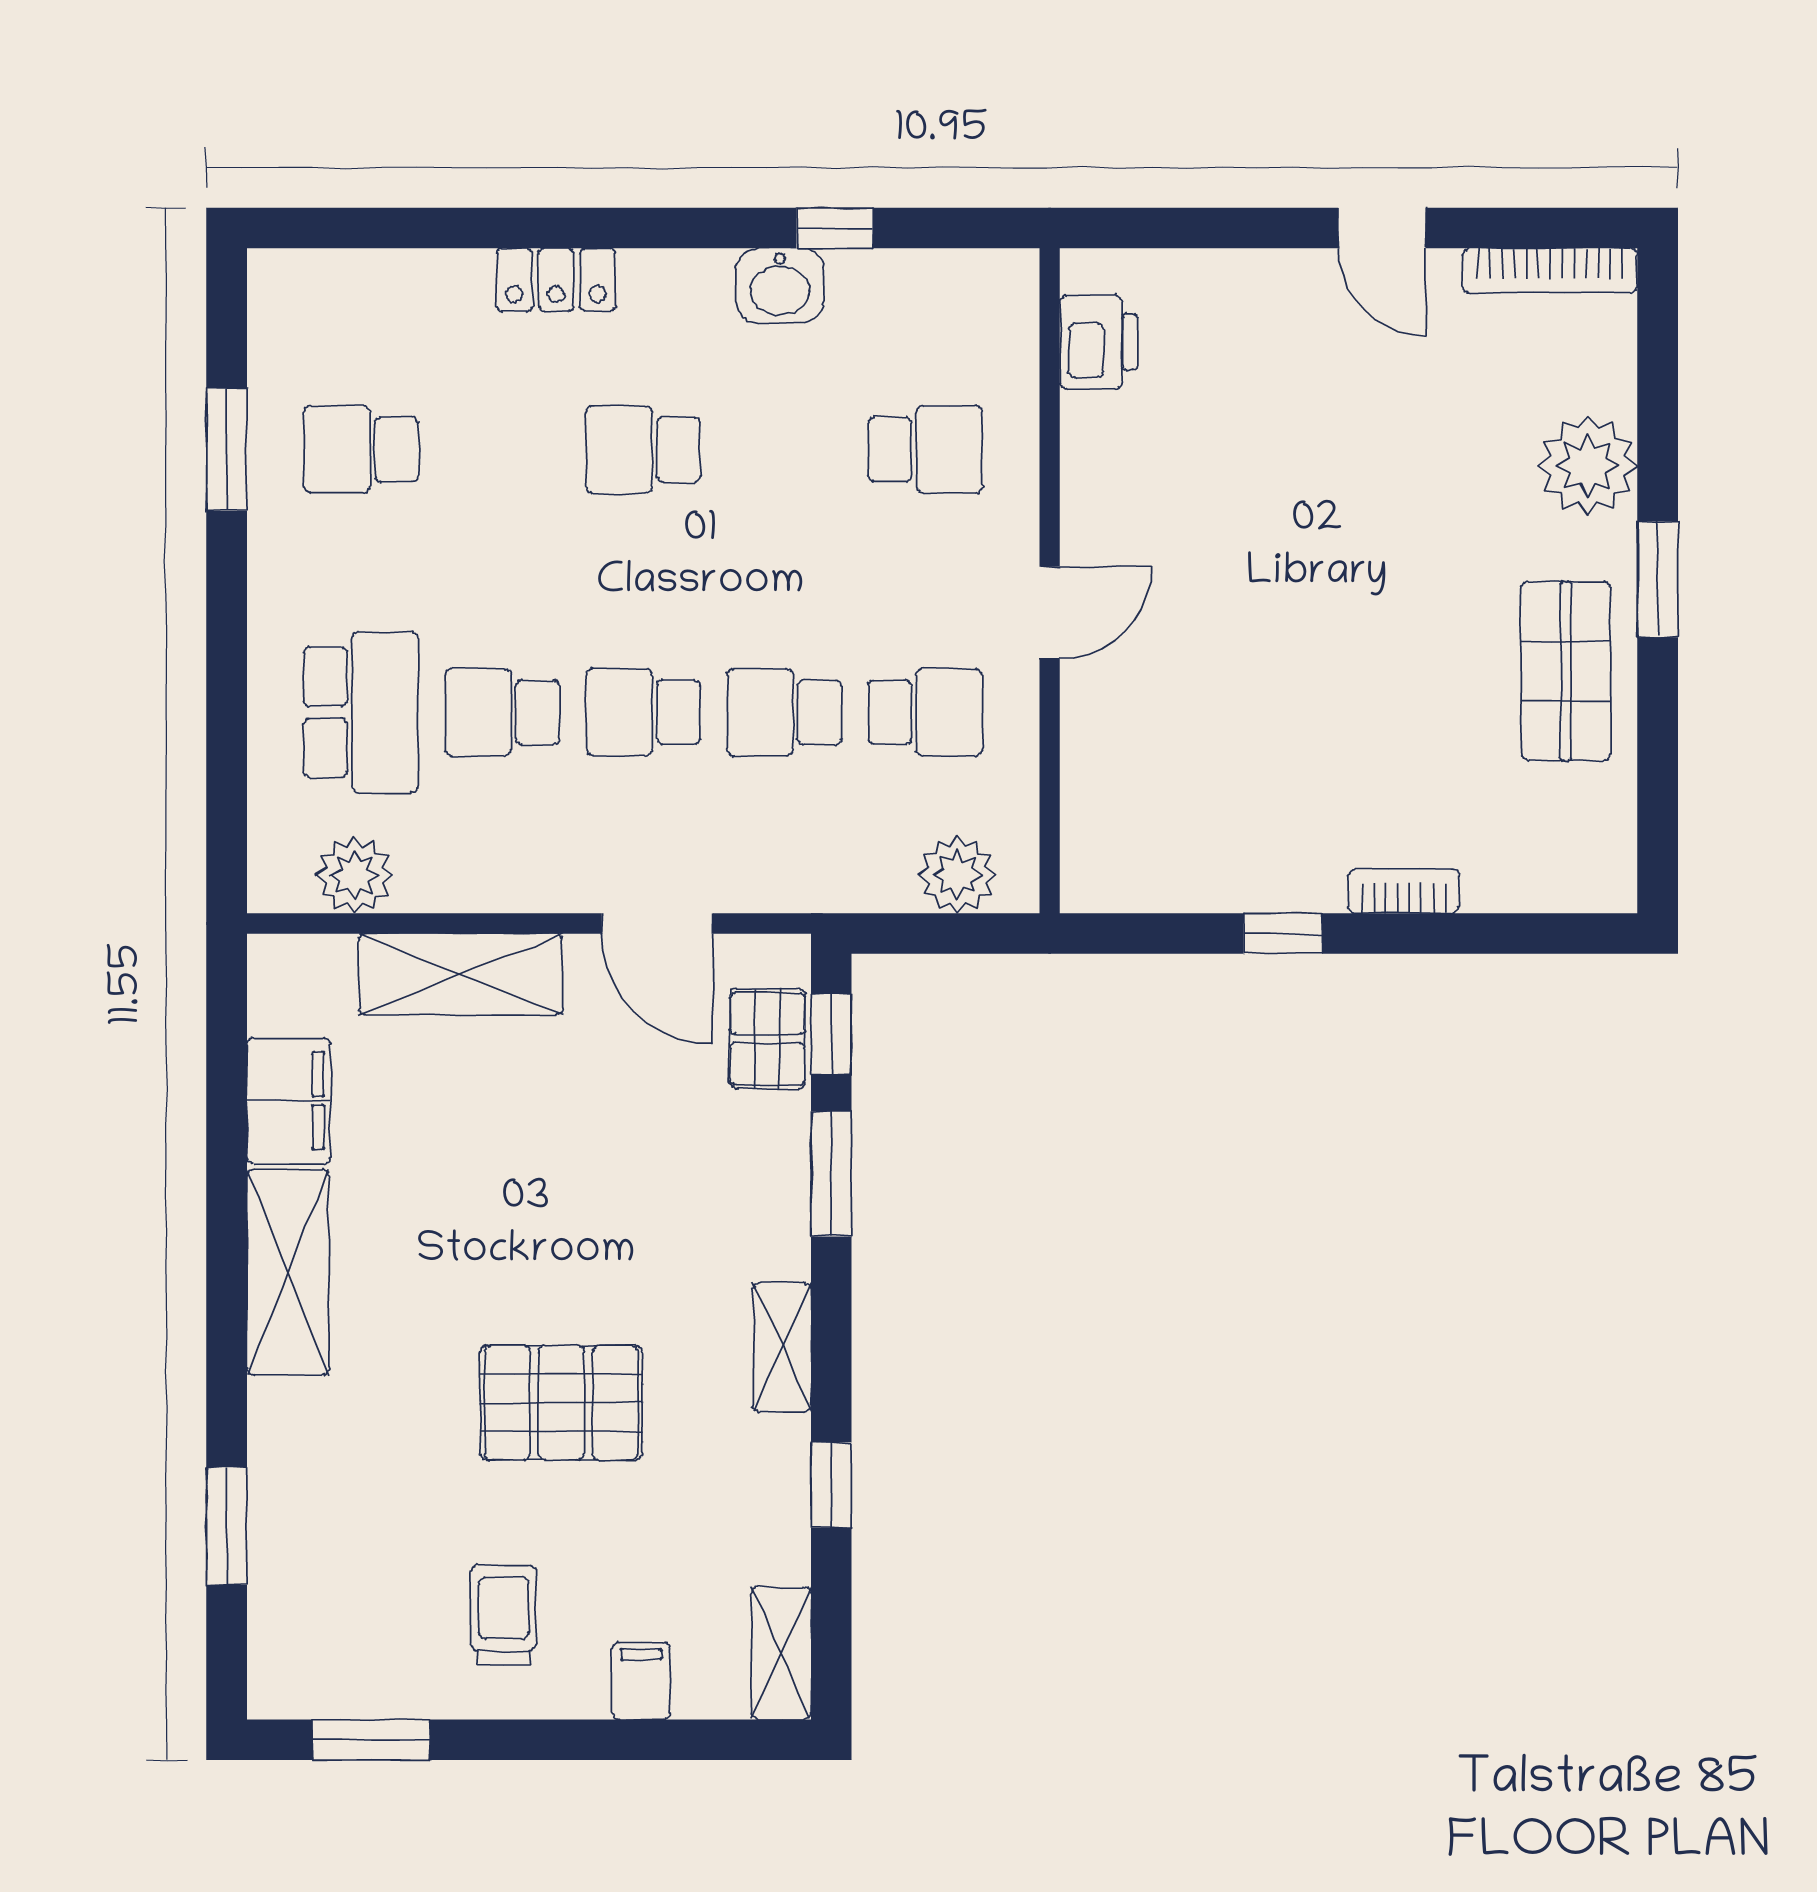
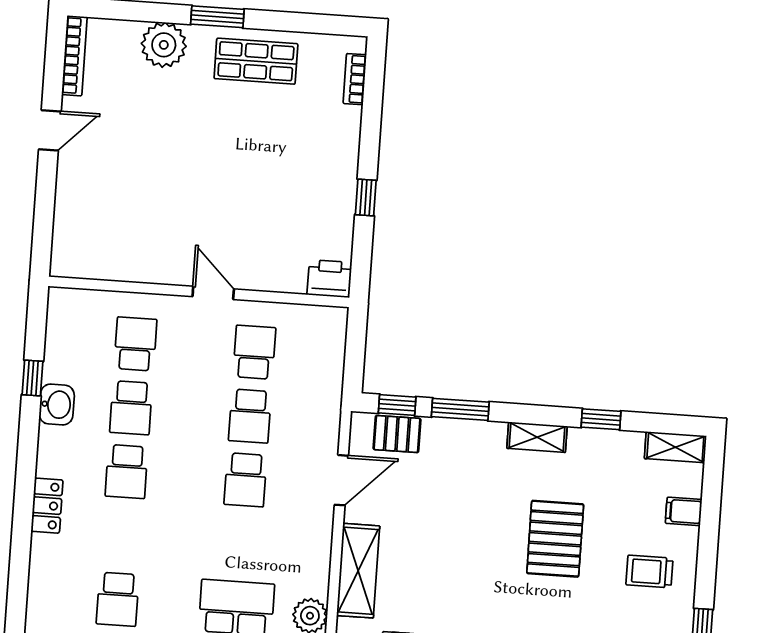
printer: (1099, 342) -> (329, 279), moved
school desk: (502, 712) -> (131, 408), moved
plant: (957, 875) -> (329, 343), removed
bookcase: (1404, 891) -> (355, 79), moved

